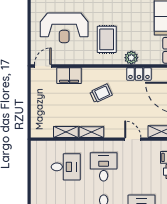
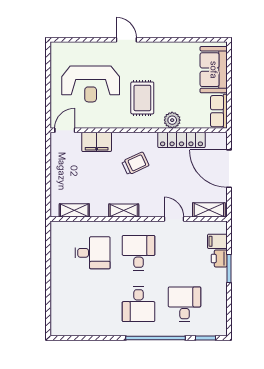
locker: (139, 74) -> (181, 140), width x1.53
shelving: (66, 132) -> (74, 210), moved

